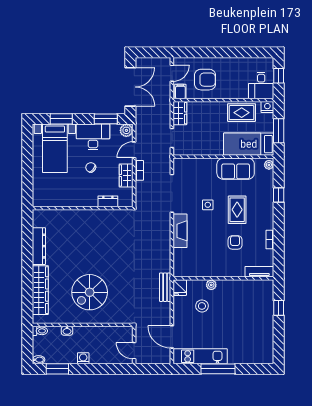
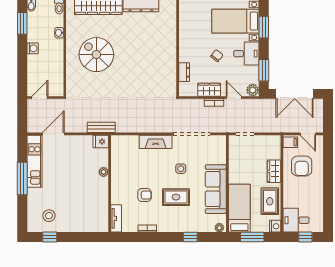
wardrobe: (180, 113) -> (274, 171), moved, turned 90
desk: (93, 137) -> (246, 54), width x0.73
sofa: (236, 169) -> (216, 189), width x1.36
stool: (202, 306) -> (49, 216), moved
window: (279, 308) -> (50, 237), moved

